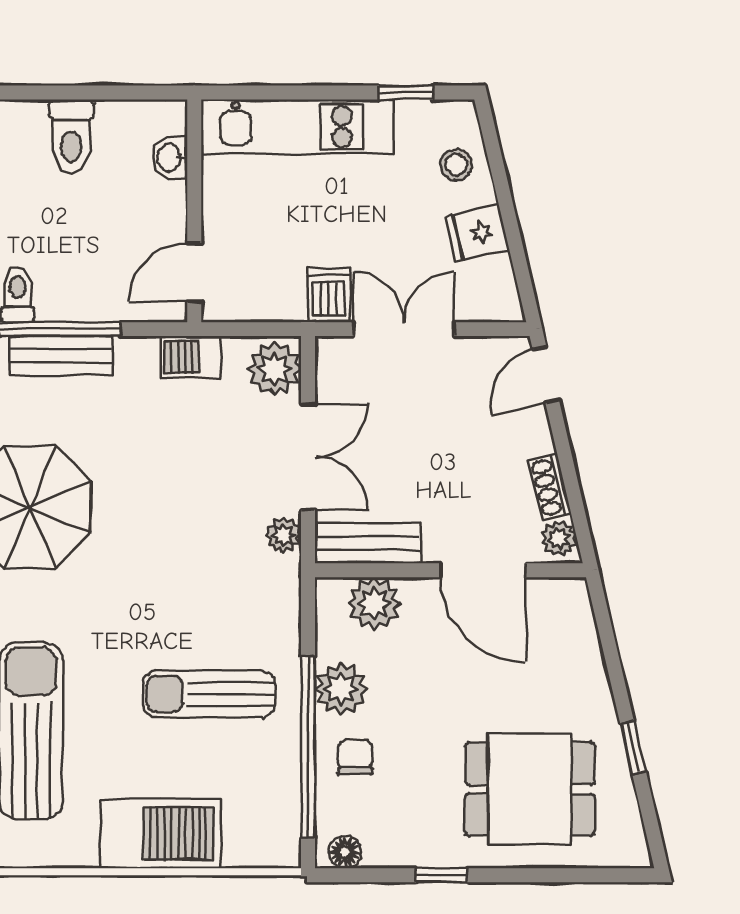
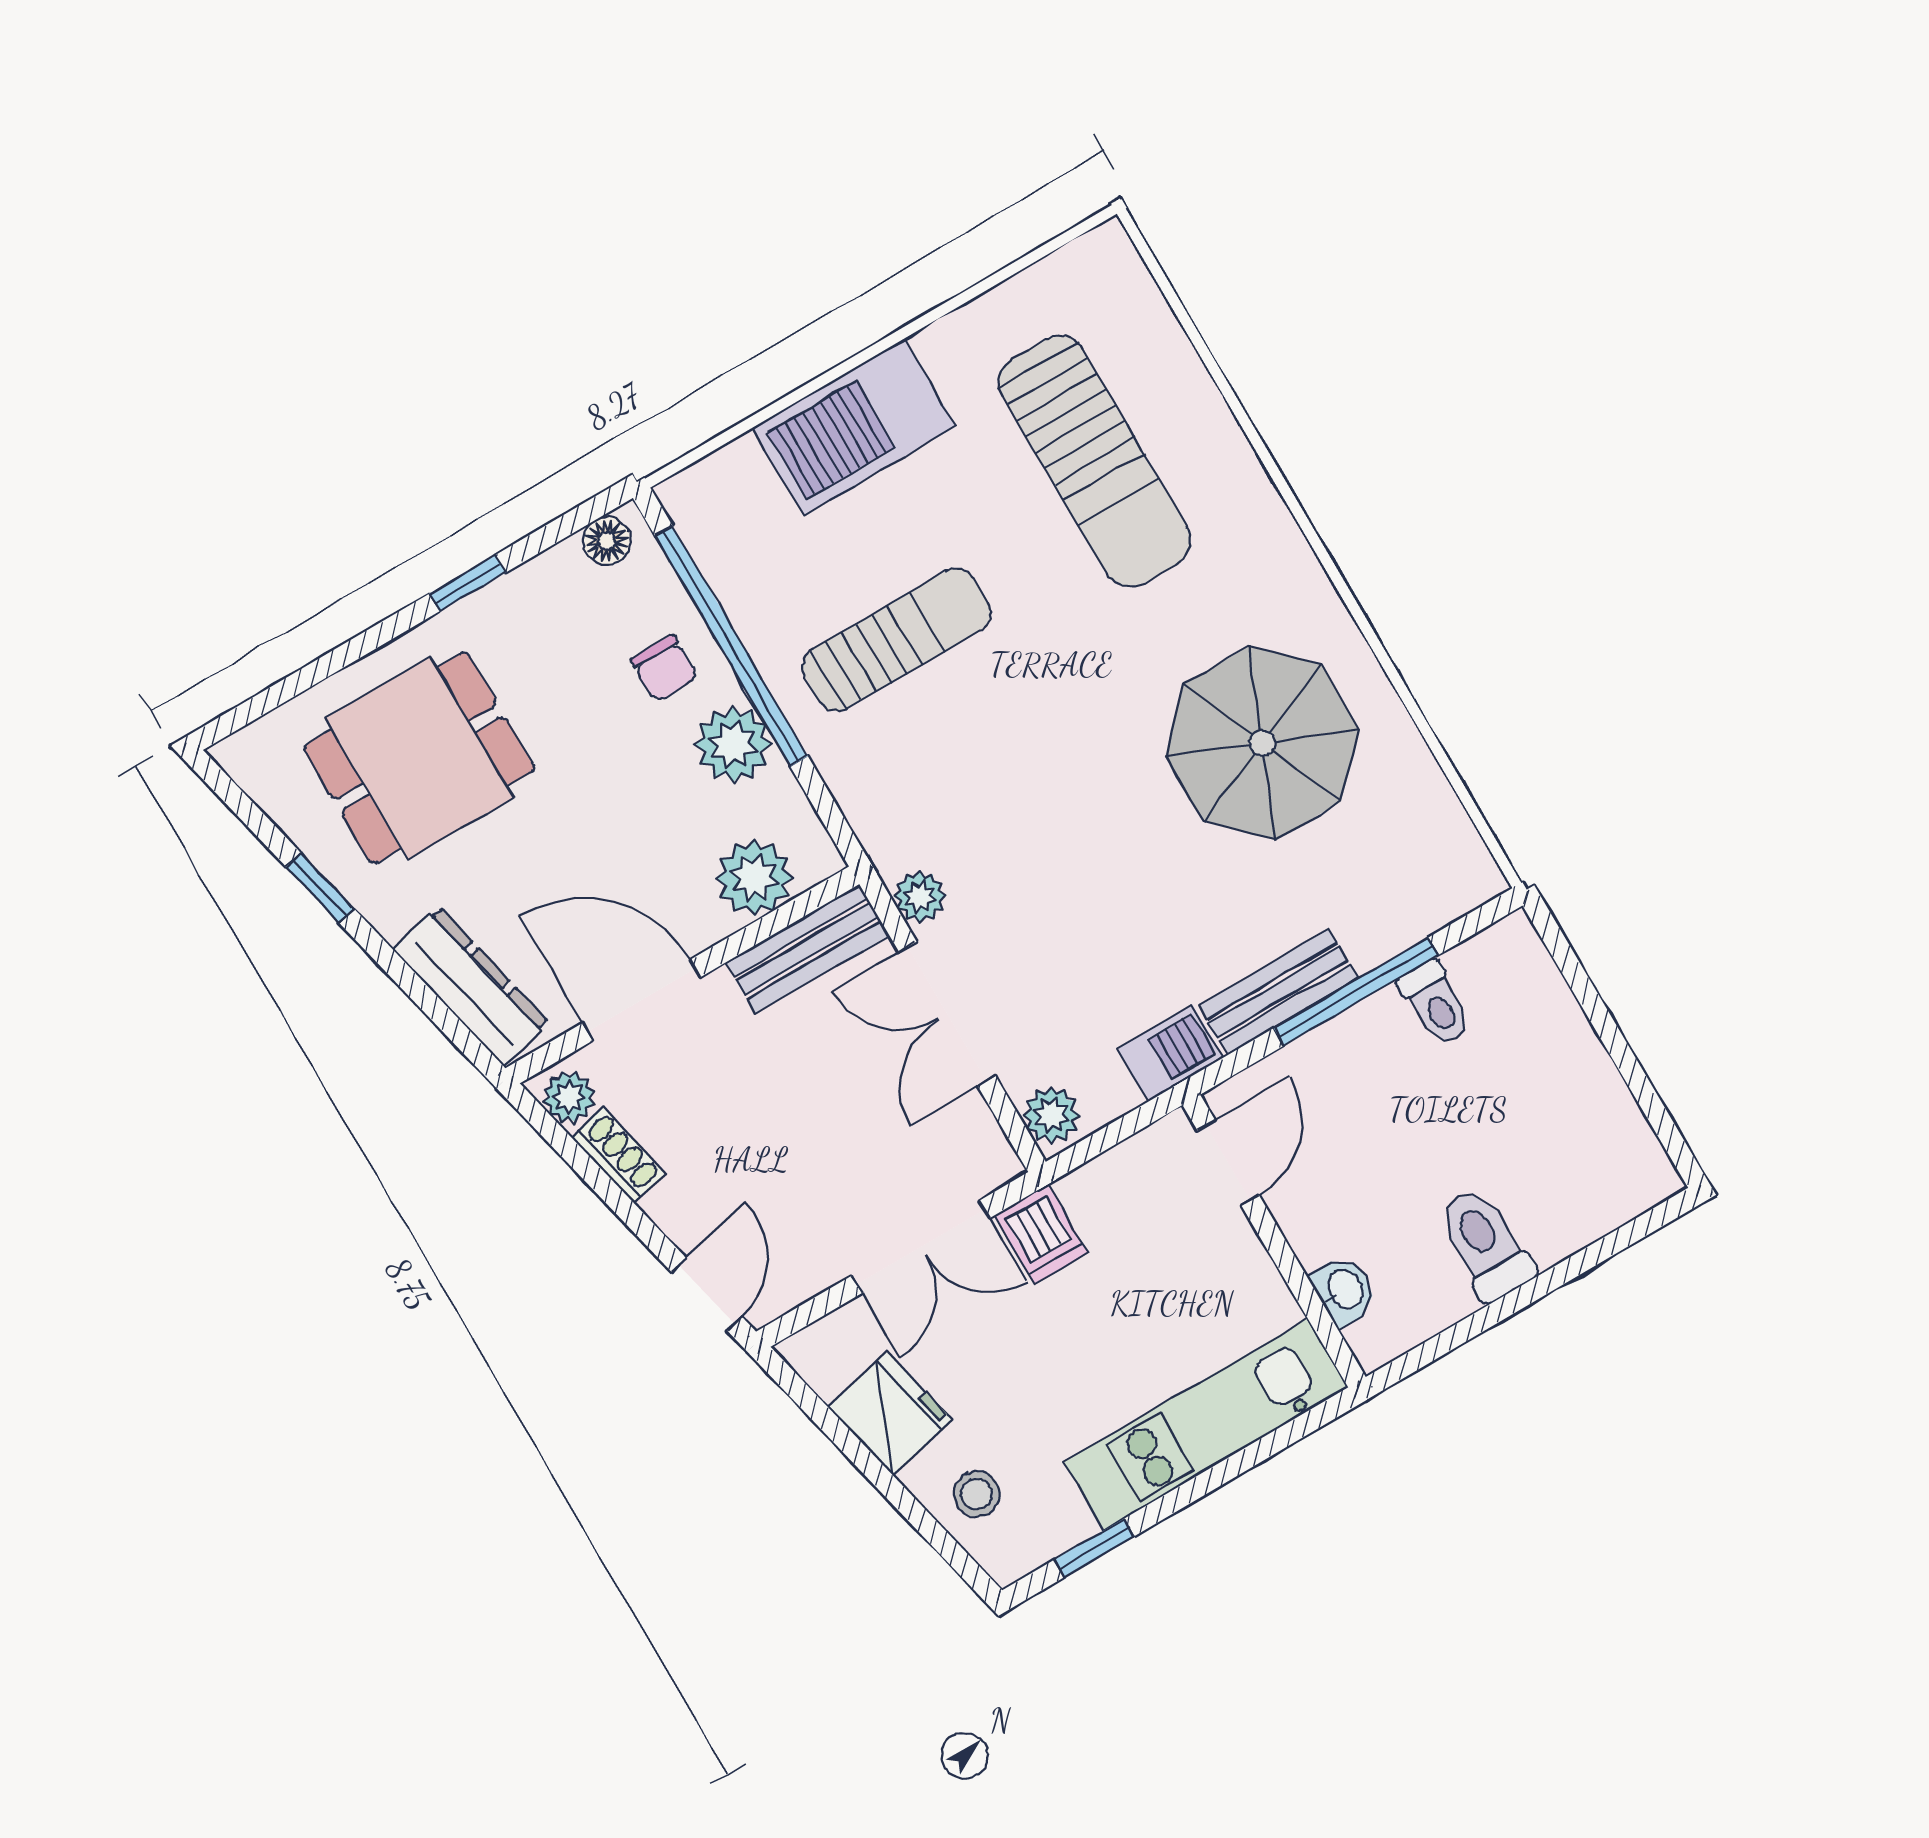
fridge: (477, 233) -> (890, 1413), width x1.38
bench: (61, 356) -> (1279, 992), moved
plant: (275, 369) -> (1051, 1115), width x0.73, depth x0.73
dresser: (578, 637) -> (471, 986), added

